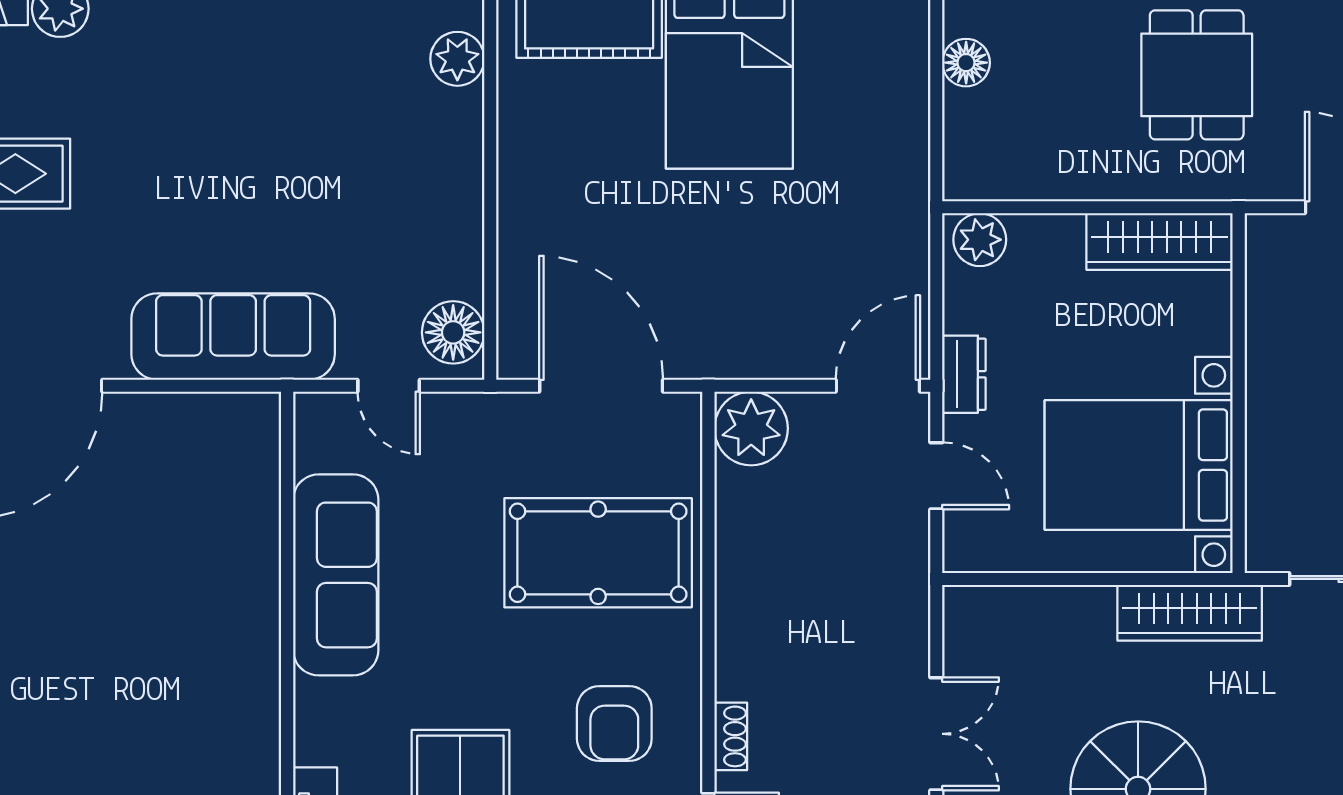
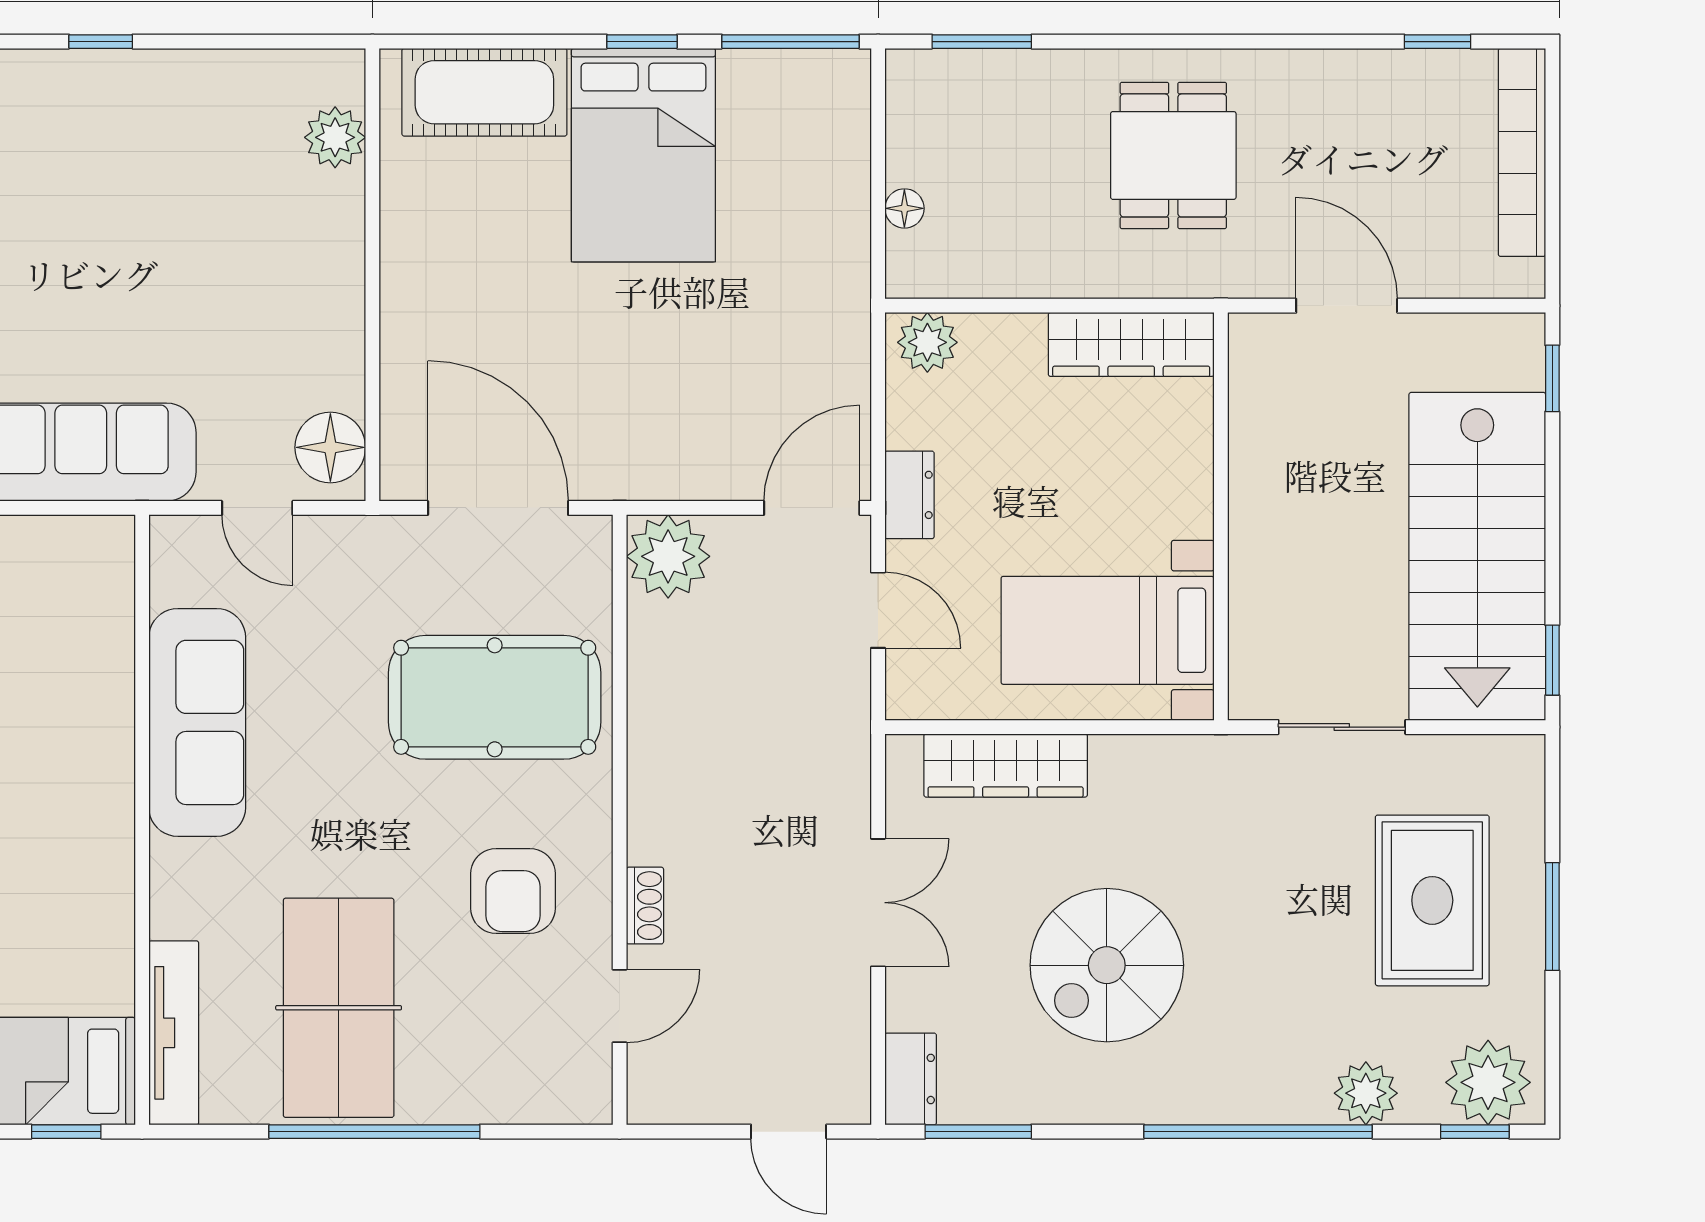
floor lamp: (966, 63) -> (904, 208), moved, width x0.73, depth x0.73
bed with nightstands: (1139, 465) -> (1108, 630), width x0.73
wardrobe: (1190, 613) -> (1006, 765), moved

